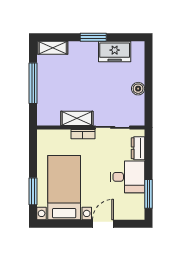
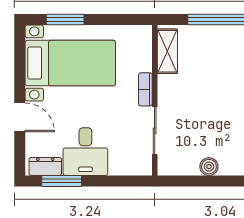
shelving: (77, 118) -> (167, 51), moved
dresser: (138, 148) -> (45, 166), moved

